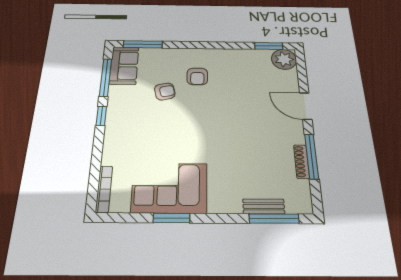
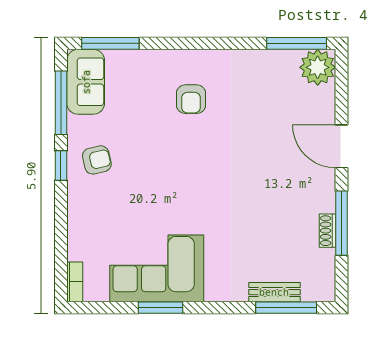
window: (269, 46) -> (297, 43), width x1.44
armchair: (165, 92) -> (97, 160), moved
shoe rack: (302, 162) -> (328, 231), width x0.70
bookcase: (104, 189) -> (75, 282), width x0.64

